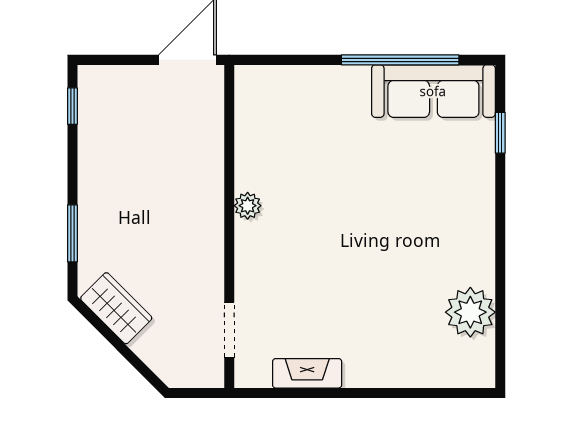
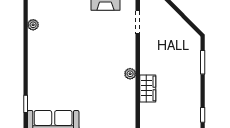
wardrobe: (116, 308) -> (148, 88), moved, turned -135
plant: (470, 312) -> (33, 25), width x0.53, depth x0.53

